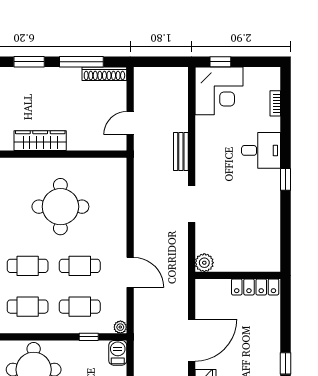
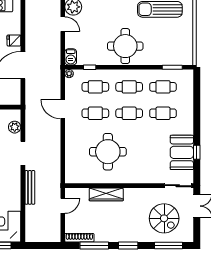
wardrobe: (40, 141) -> (106, 194), moved
bench: (181, 151) -> (30, 187), width x1.36
plant: (204, 263) -> (15, 127), moved

